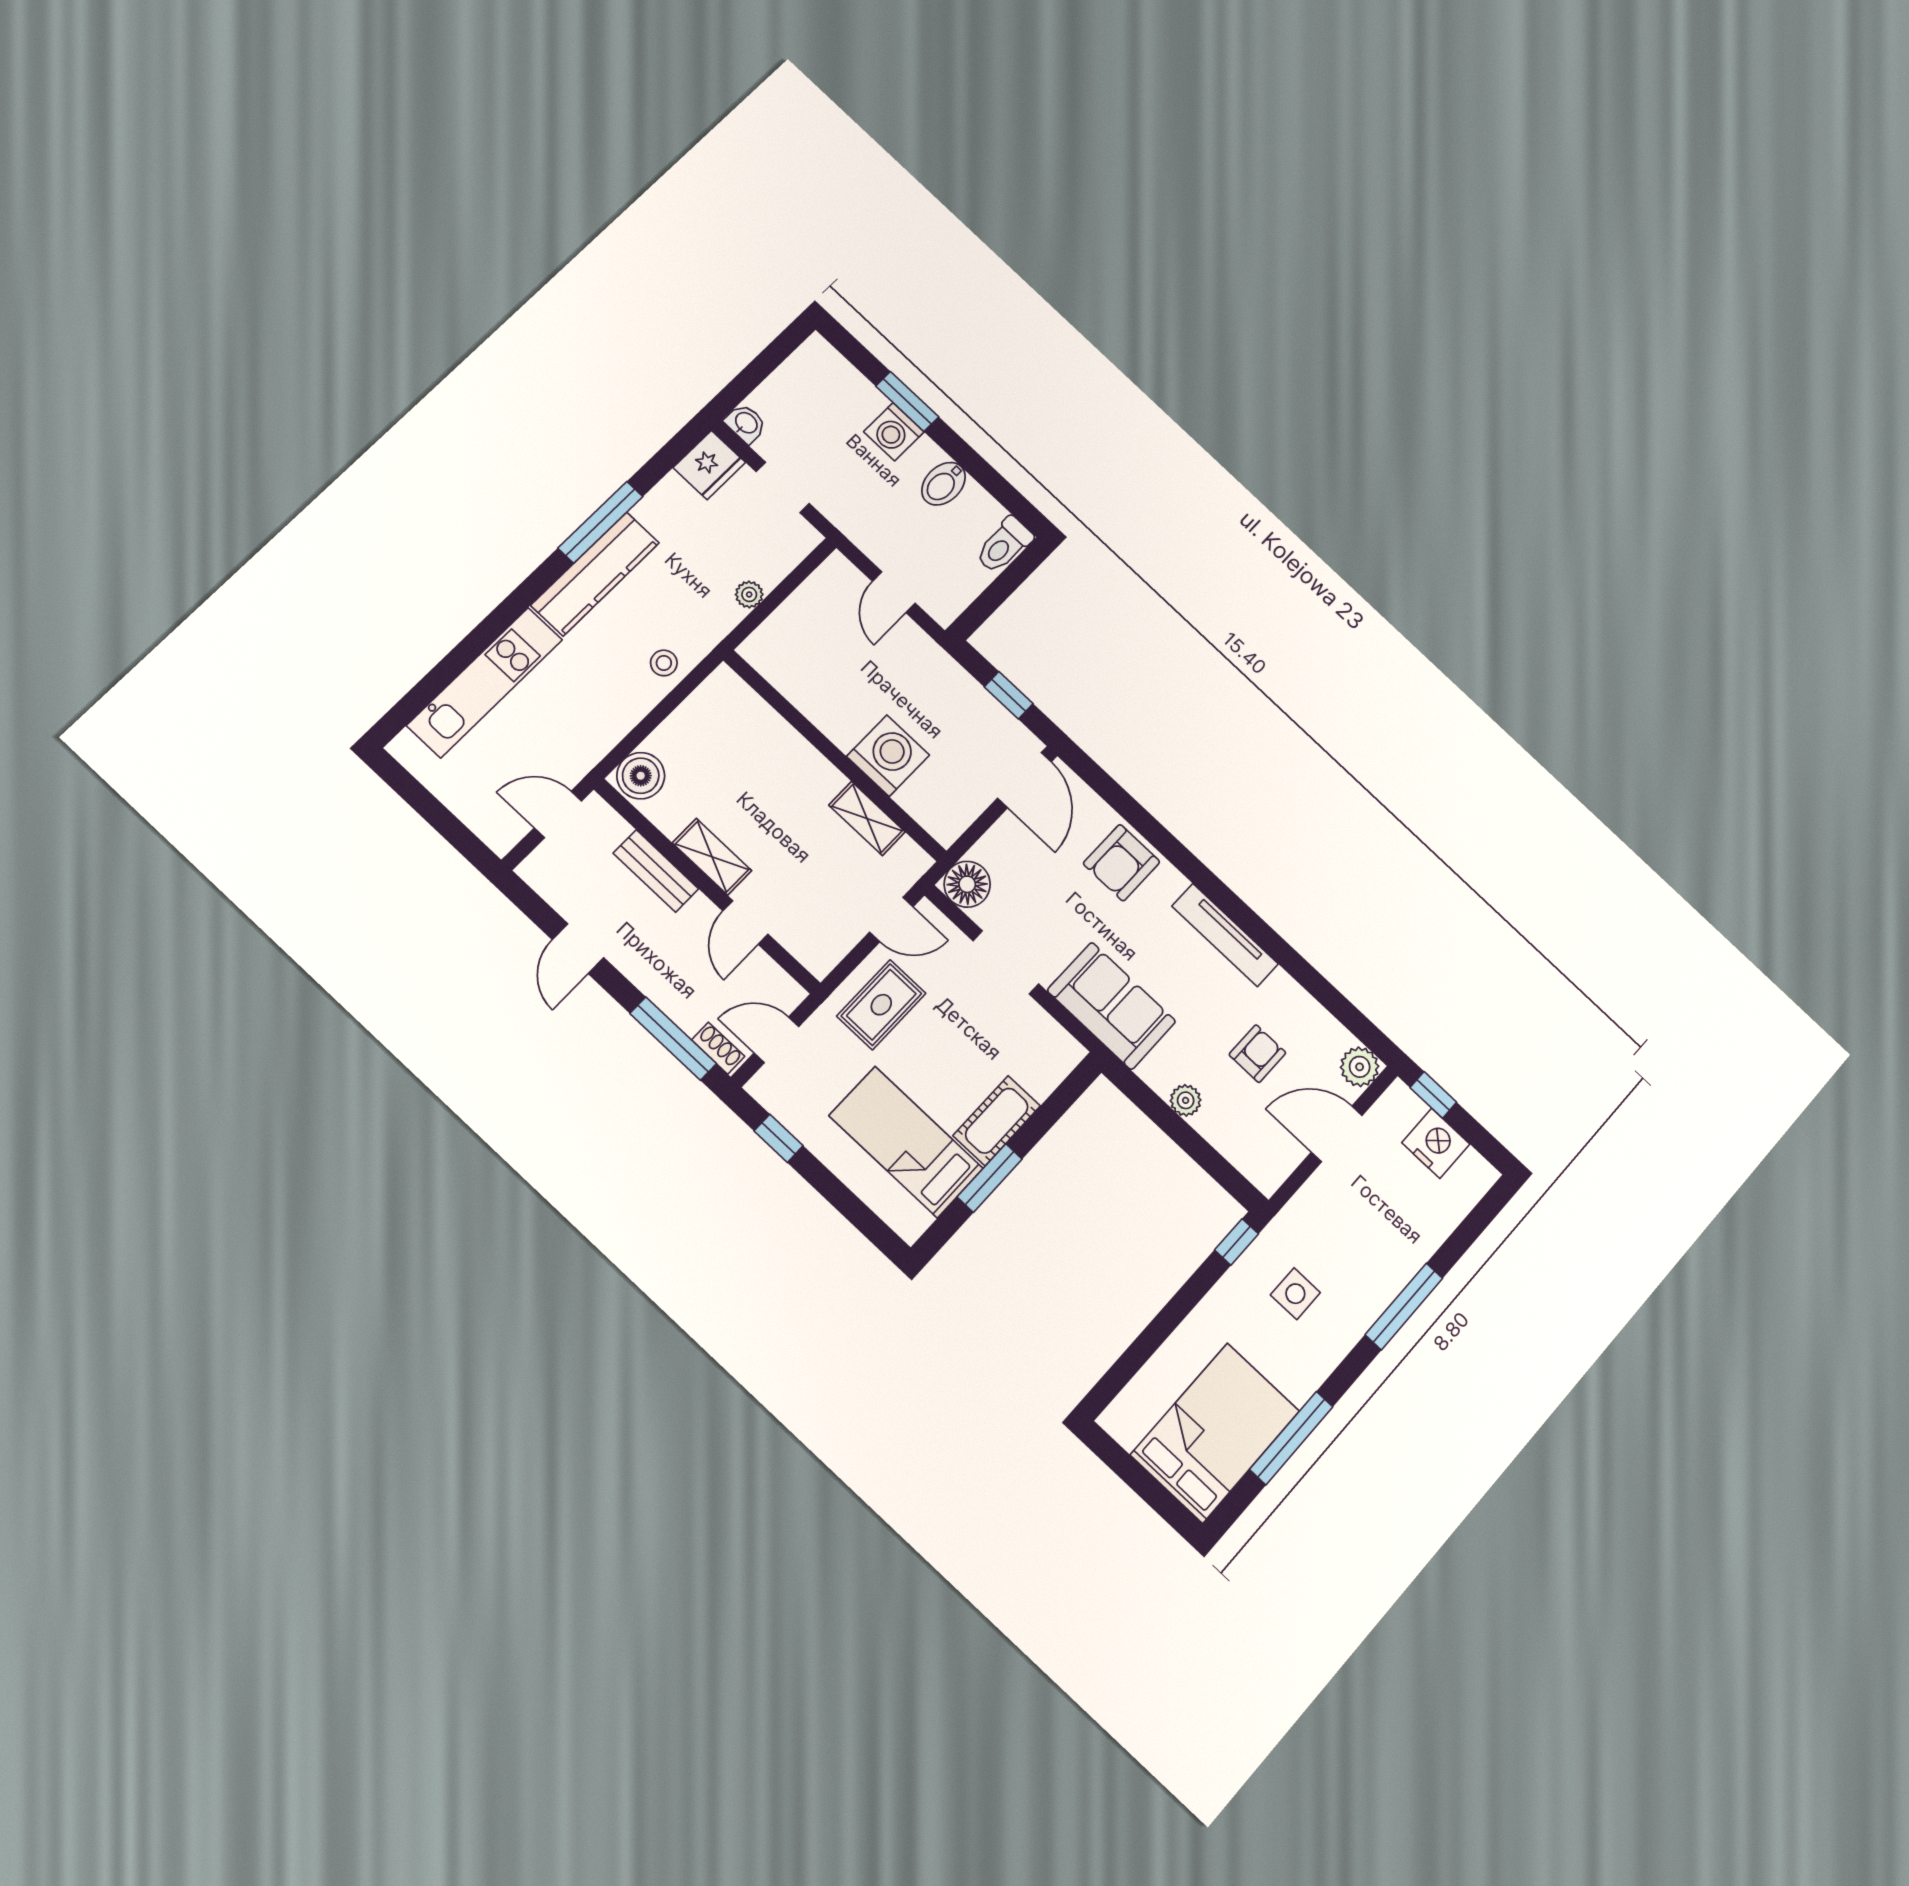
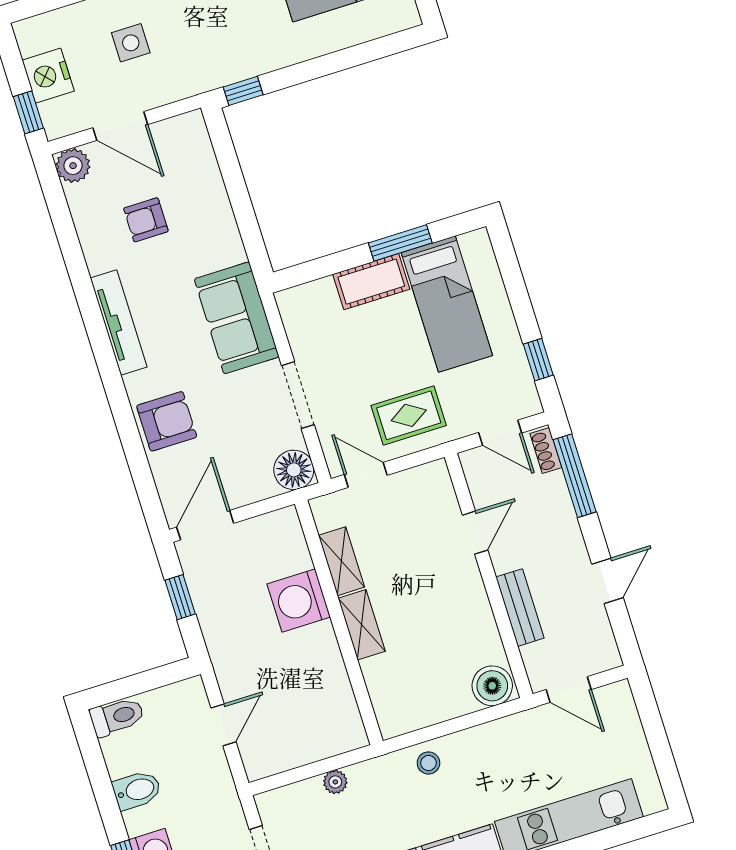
shelving: (712, 857) -> (362, 625), moved
plant: (1186, 1100) -> (221, 216), removed
side table: (1295, 1294) -> (131, 43), moved

